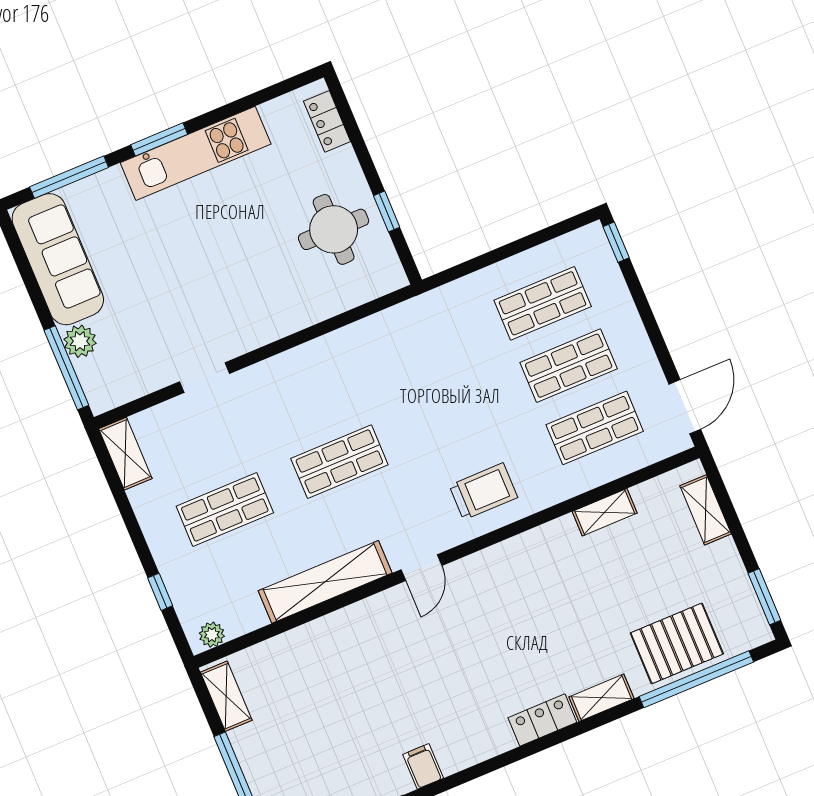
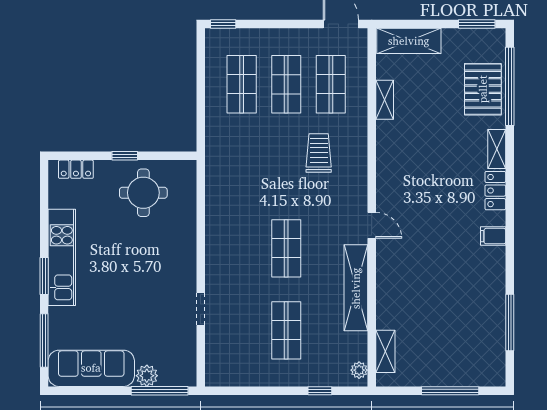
window: (387, 211) -> (125, 156), moved
shelving: (125, 454) -> (227, 377), removed
trolley: (483, 491) -> (319, 153), moved
shelving: (706, 510) -> (409, 41), width x1.50, depth x1.33
shelving: (226, 696) -> (385, 351), moved, turned 90
filing cabinet: (423, 766) -> (493, 236), moved

